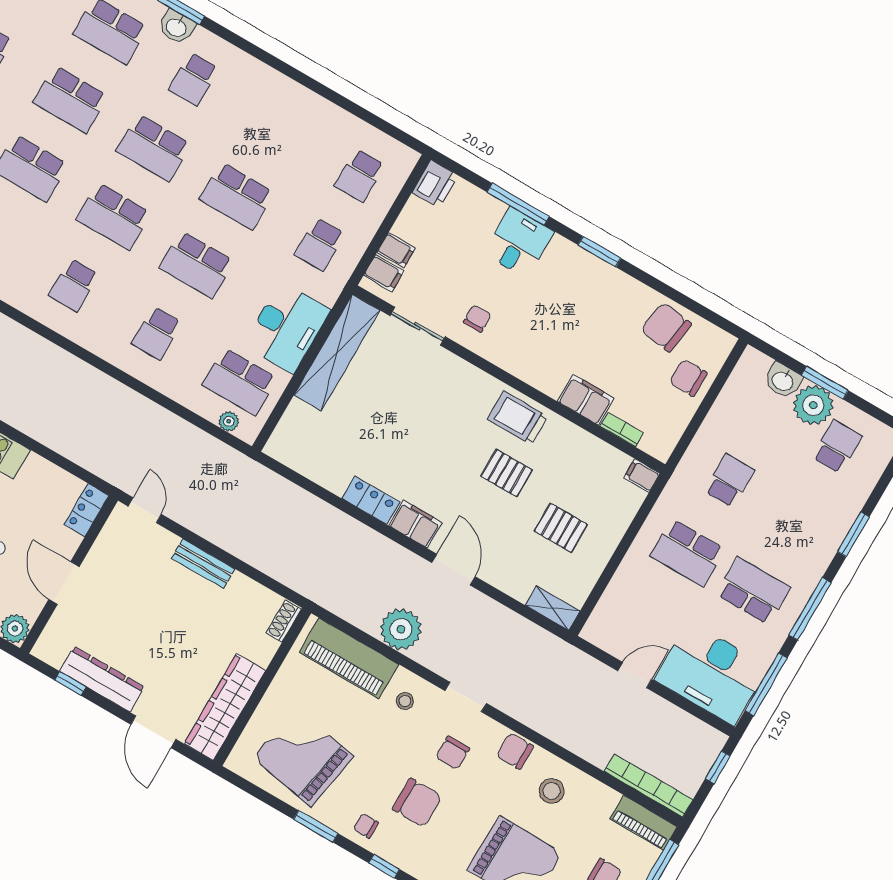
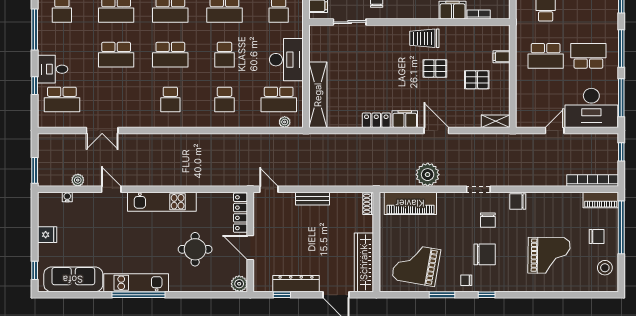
school desk: (197, 265) -> (224, 55), width x0.54
shelving: (337, 353) -> (318, 95), moved
filing cabinet: (642, 476) -> (501, 57), moved
locker: (87, 510) -> (240, 213), width x1.53
stool: (405, 701) -> (450, 208), removed
stool: (552, 791) -> (547, 211), removed

